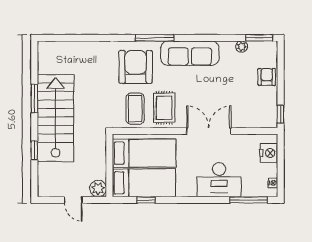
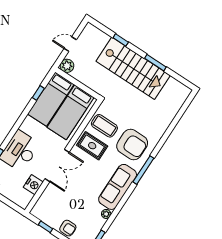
plant: (242, 47) -> (106, 214), moved
window: (281, 114) -> (46, 227), moved
nightstand: (269, 153) -> (33, 185), moved, turned -90

